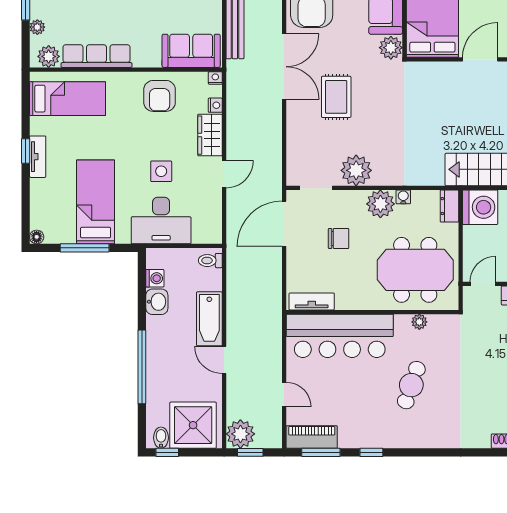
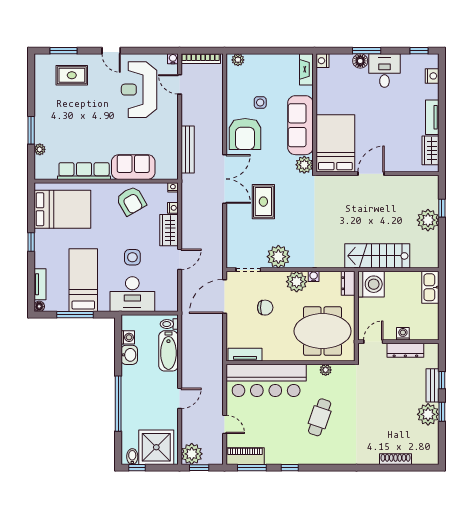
sofa: (191, 51) -> (133, 167), moved
plant: (49, 56) -> (48, 171), removed
armchair: (160, 96) -> (131, 201), turned -30
bed: (68, 99) -> (62, 209), width x1.50
tv unit: (38, 157) -> (40, 284), moved
bathtub: (209, 319) -> (168, 351), moved
door: (224, 360) -> (180, 398), swing flipped

